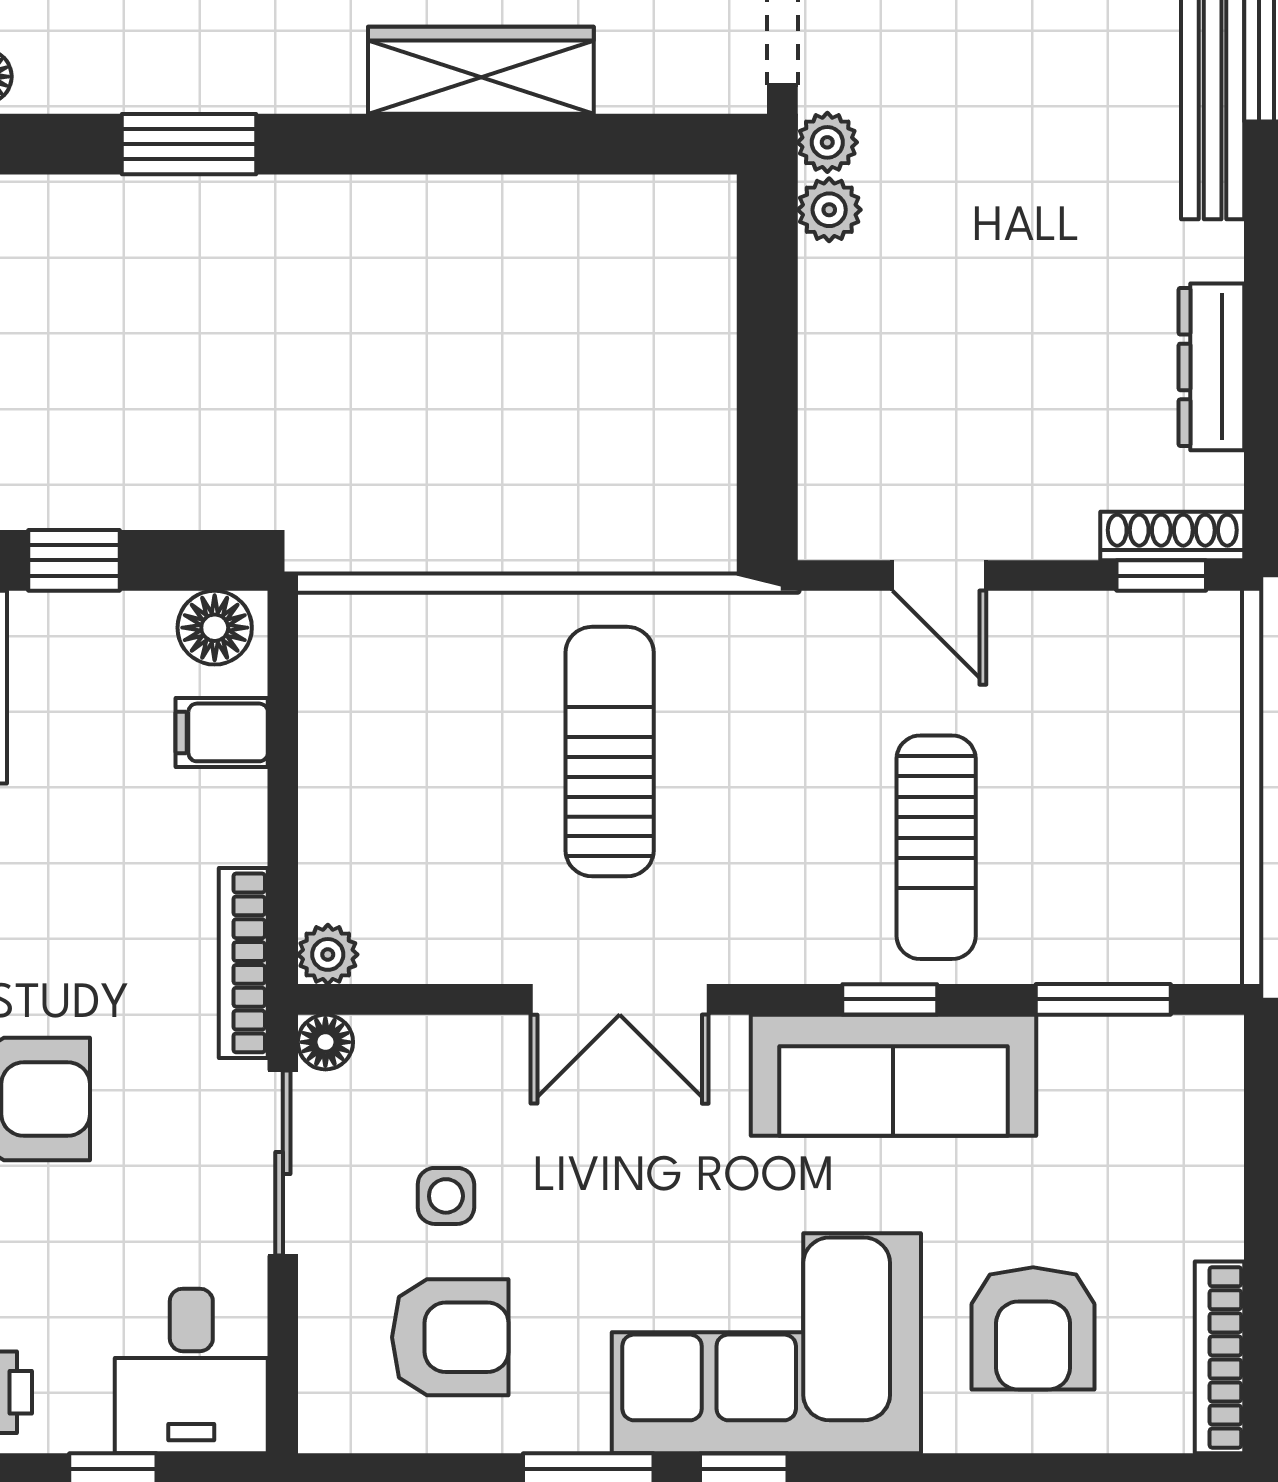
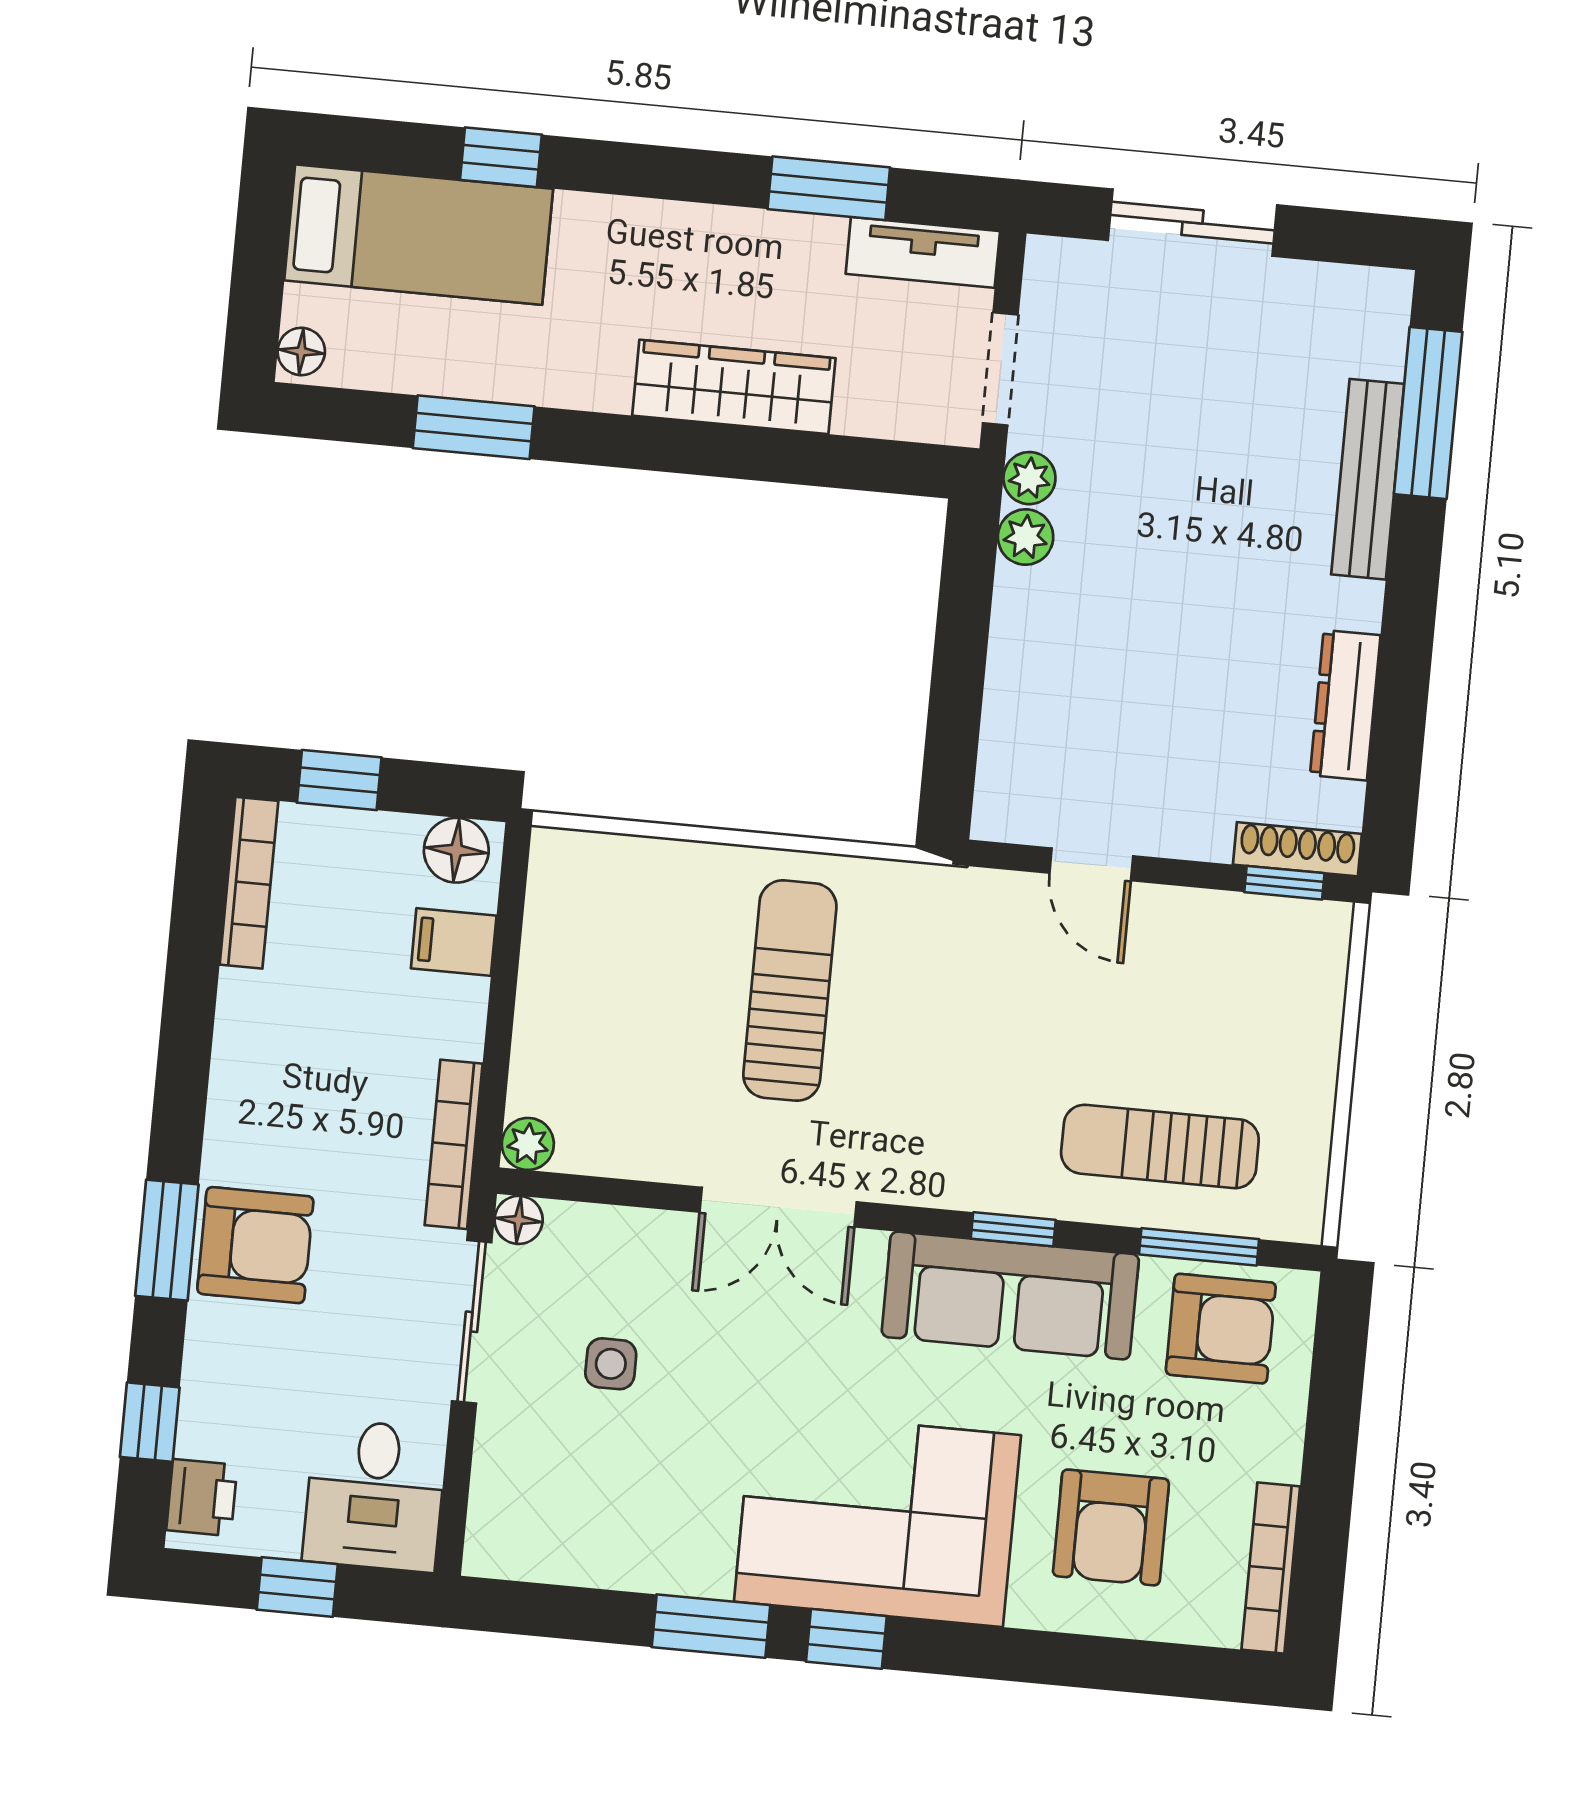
sun lounger: (936, 847) -> (1160, 1146), moved, turned 90
armchair: (450, 1337) -> (1221, 1329), moved

